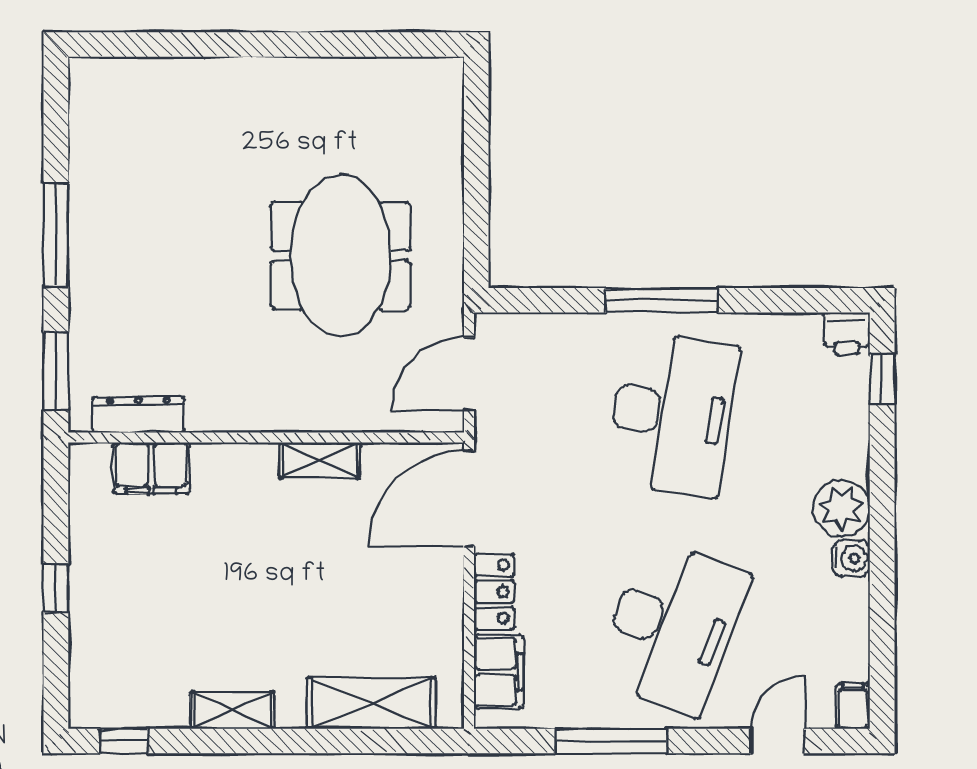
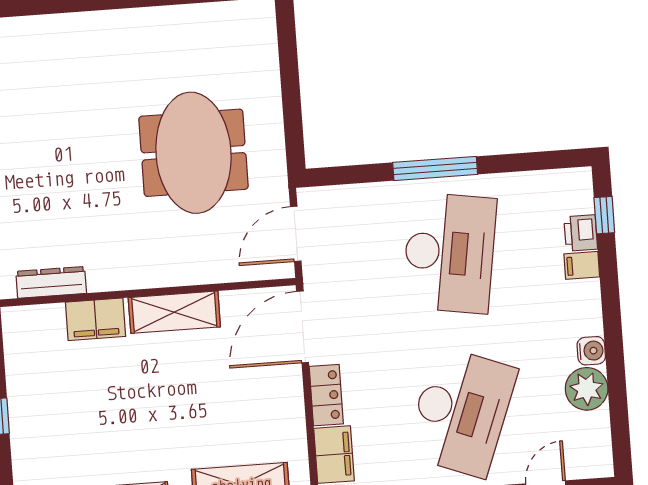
printer: (847, 333) -> (581, 233), moved, turned 90
shelving: (320, 460) -> (174, 312), width x1.50, depth x1.33
filing cabinet: (151, 468) -> (95, 319), moved
plant: (841, 508) -> (587, 389), moved
filing cabinet: (853, 706) -> (582, 265), moved, turned -90

